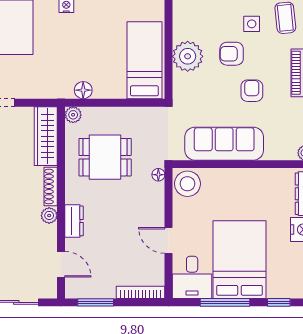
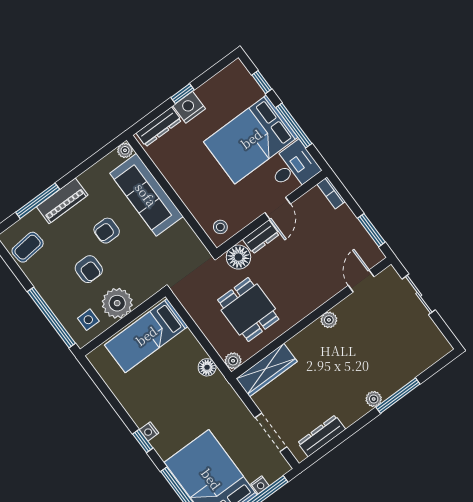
side table: (252, 24) -> (88, 320), moved
sofa: (224, 144) -> (146, 195), moved
floor lamp: (158, 175) -> (238, 257), width x1.89, depth x1.89
stool: (187, 184) -> (220, 227), width x0.53, depth x0.53
shoe rack: (51, 187) -> (305, 336), removed
dresser: (74, 221) -> (261, 237), moved, turned 180
bookcase: (141, 292) -> (331, 193), width x0.64

